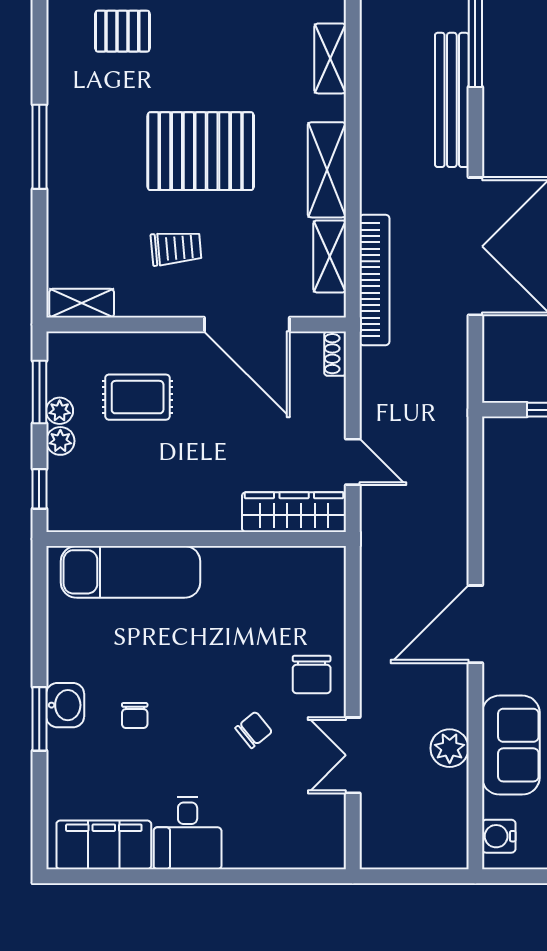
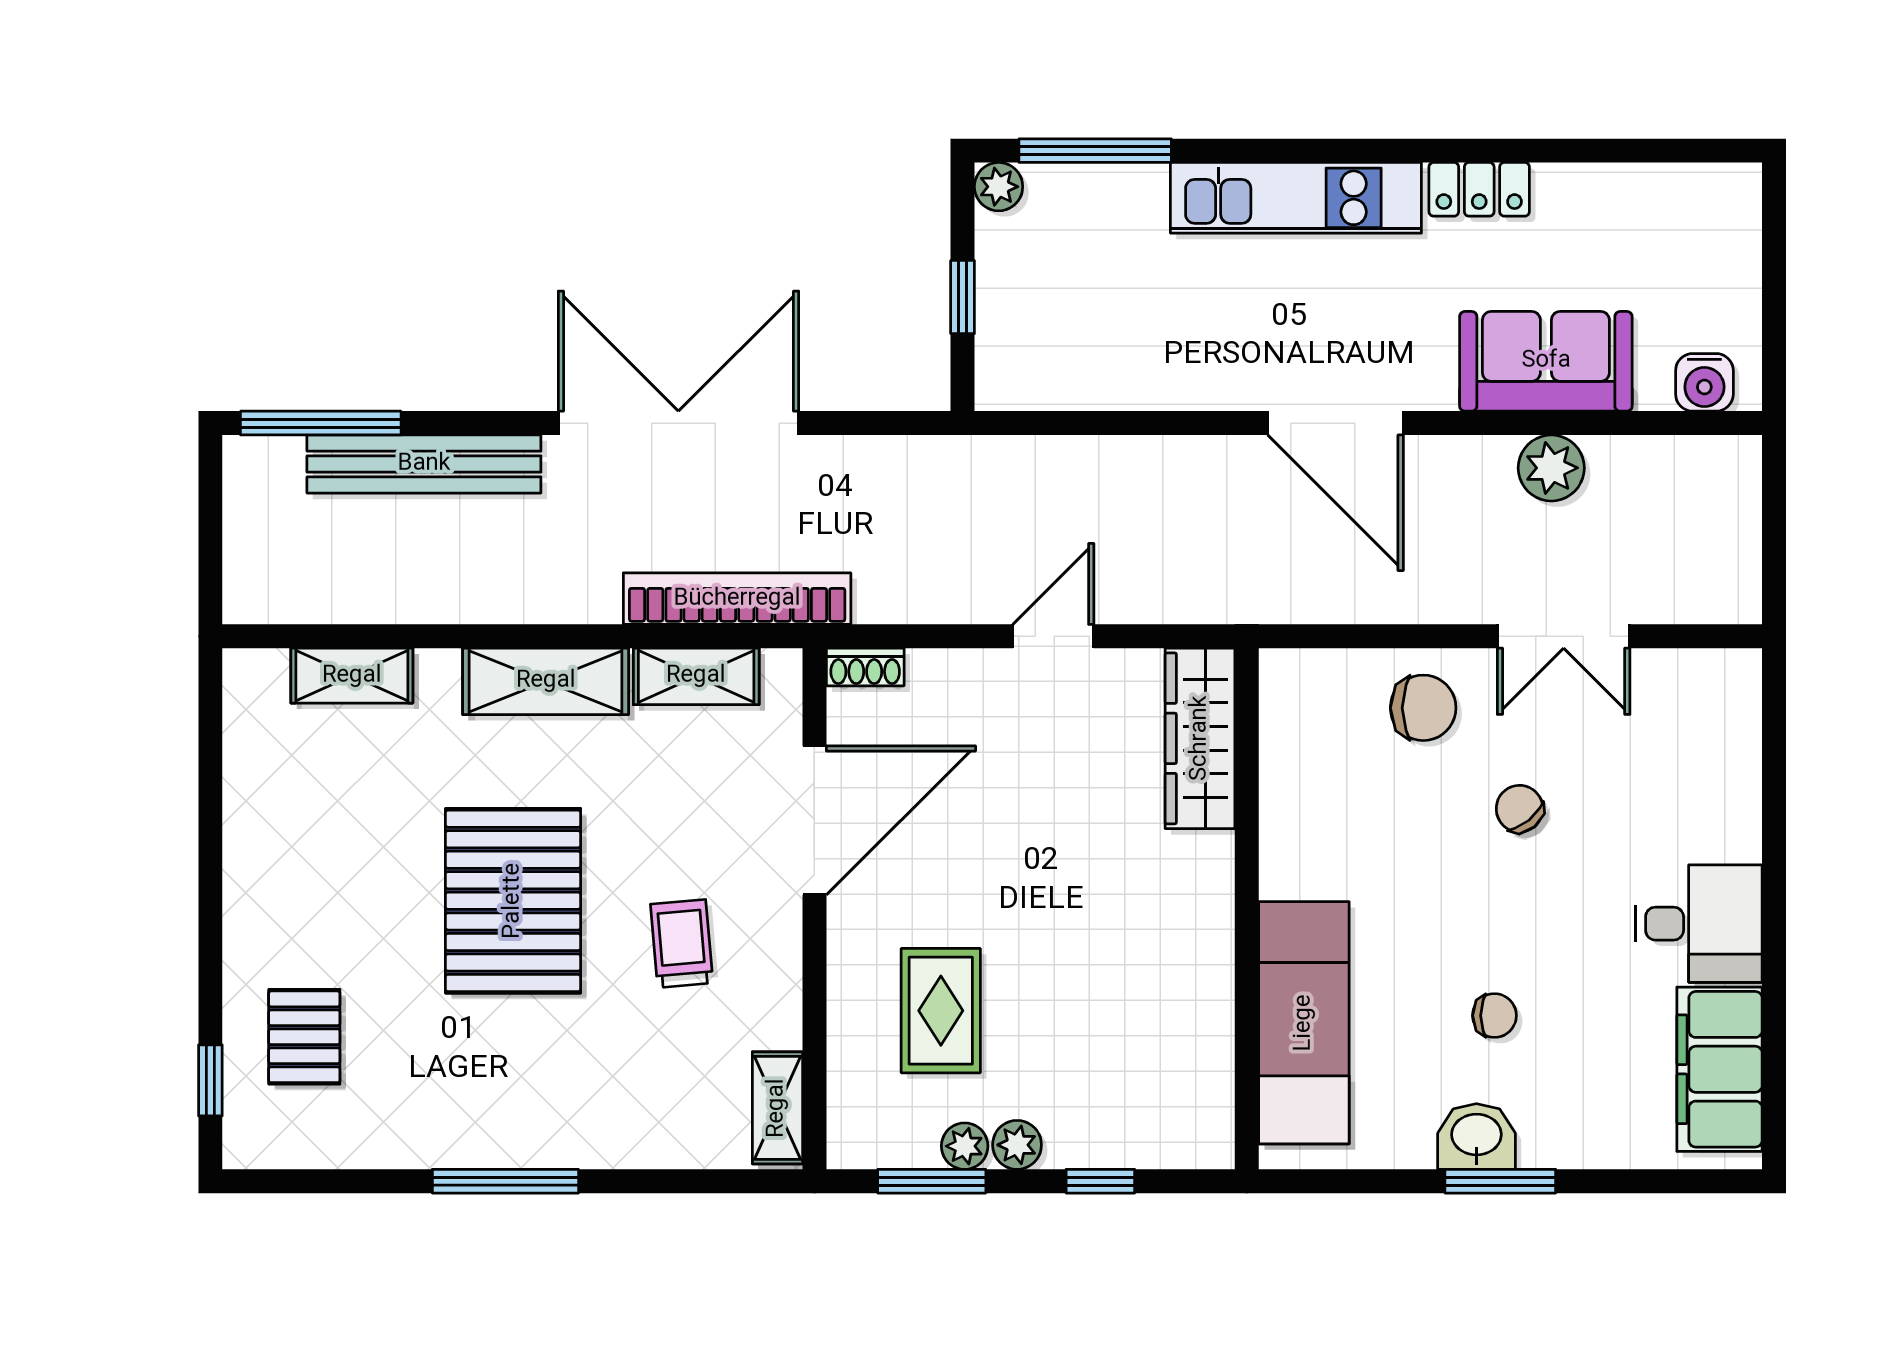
wardrobe: (294, 512) -> (1200, 738), moved
wall: (196, 539) -> (1247, 909), moved
exam couch: (131, 572) -> (1304, 1023), moved

